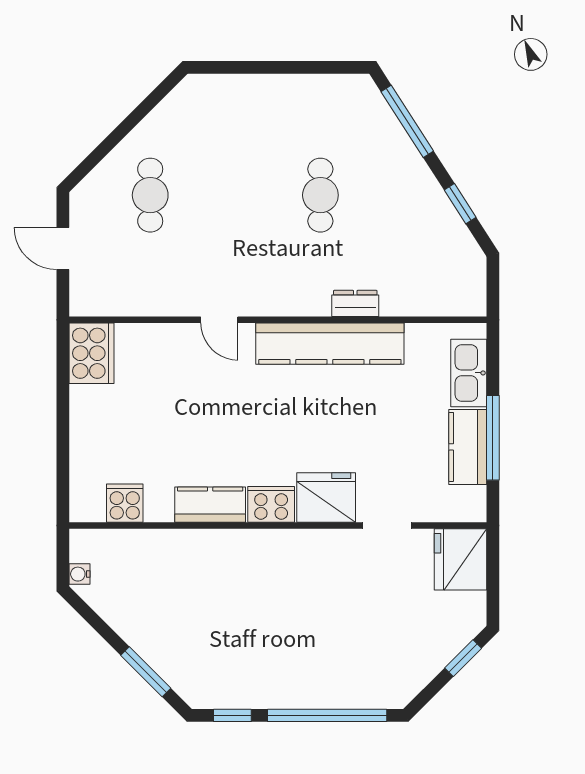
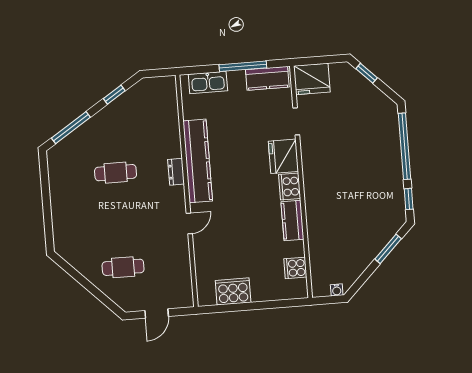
dresser: (355, 303) -> (176, 172), moved
cooker: (91, 353) -> (233, 291), moved
kitchen counter: (468, 447) -> (267, 78), moved

